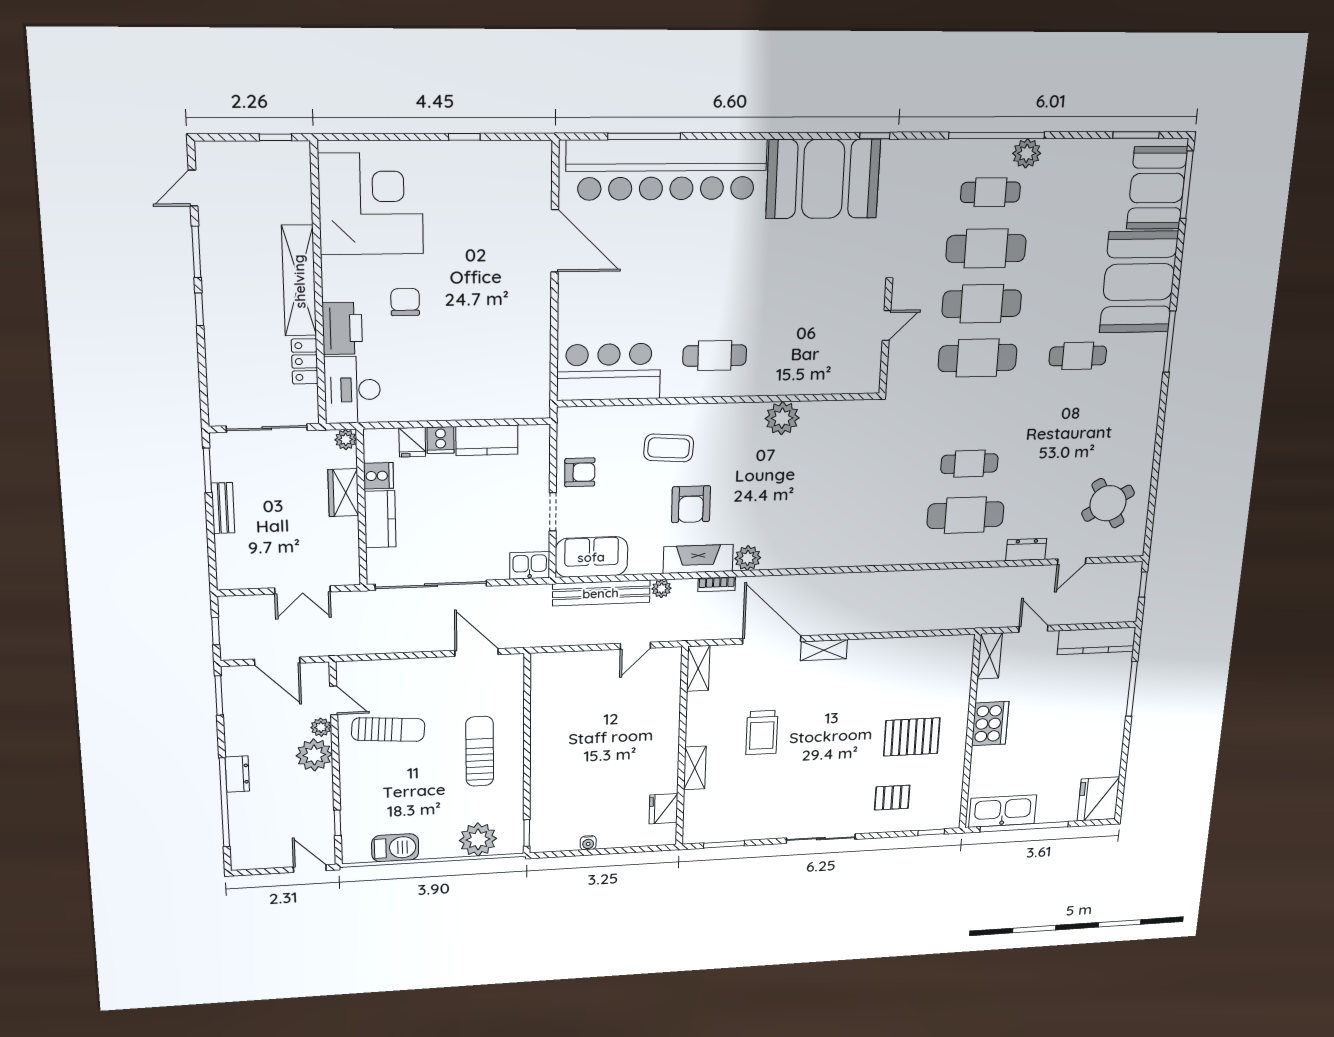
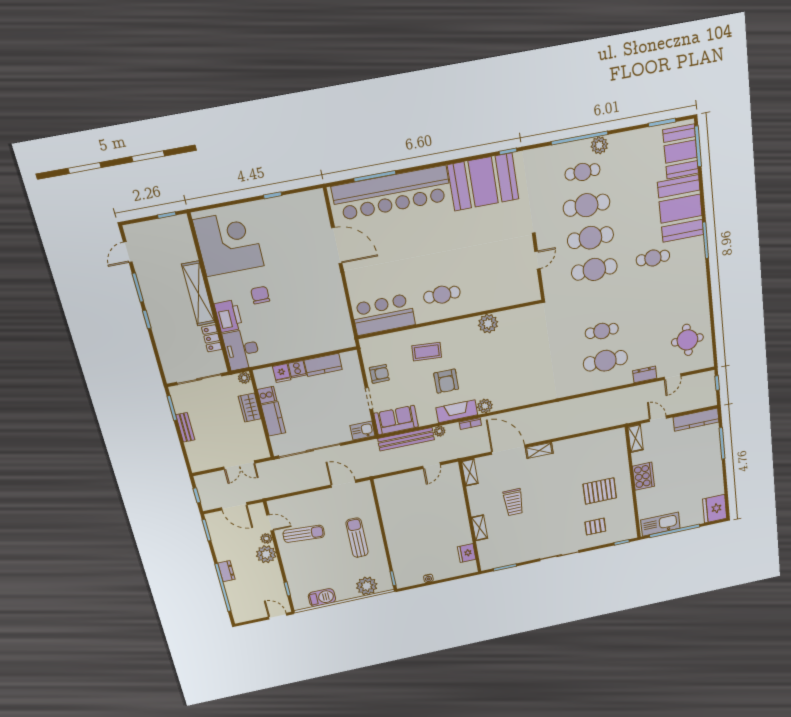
round table: (1108, 503) -> (687, 340), turned 30

